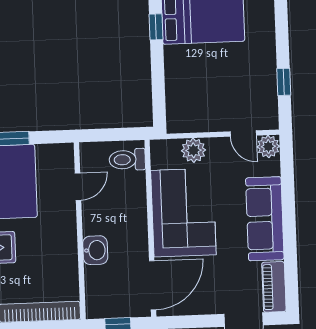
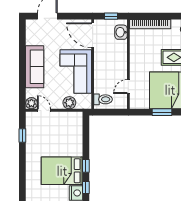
washbasin: (95, 250) -> (121, 32), moved
door: (153, 285) -> (93, 35), hinge flipped
piano: (274, 287) -> (31, 32), removed

